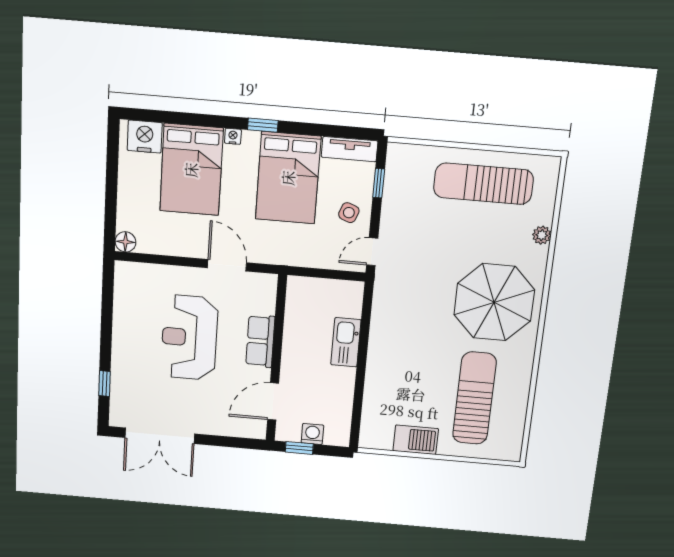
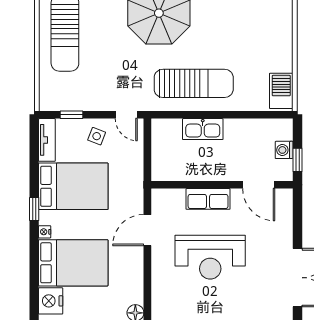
sun lounger: (474, 398) -> (194, 83), moved, turned 180
barbecue: (416, 440) -> (281, 91), moved

